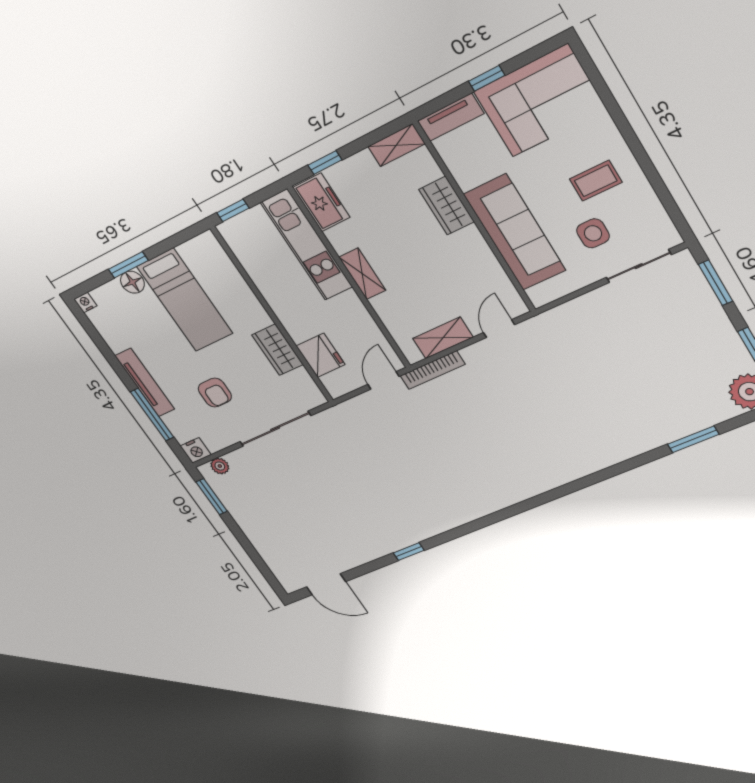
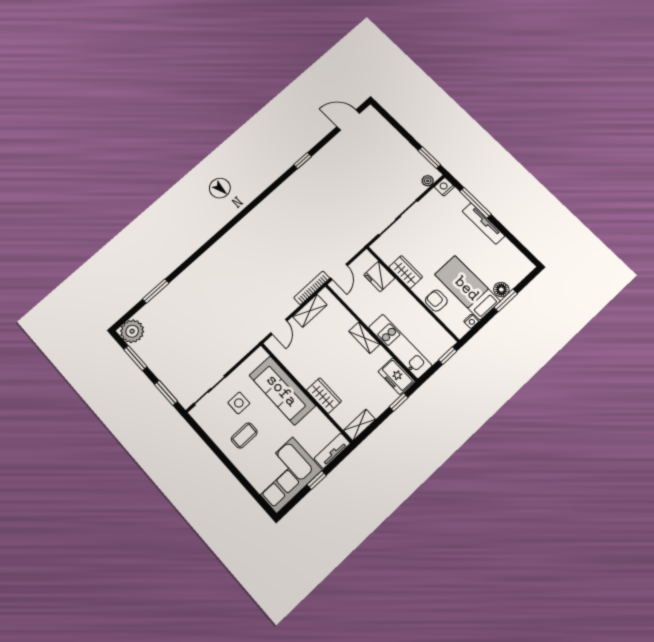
nightstand: (85, 302) -> (471, 321), moved
armchair: (215, 393) -> (436, 301), moved

